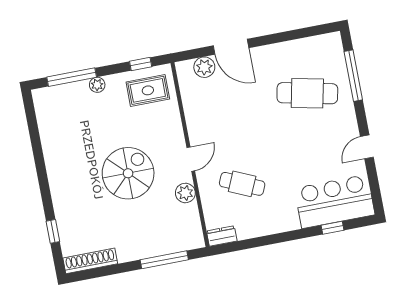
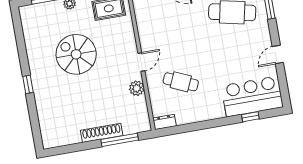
spiral stairs: (128, 173) -> (76, 54), moved, turned -90
window: (53, 231) -> (28, 84), moved
shoe rack: (90, 261) -> (102, 133), moved

